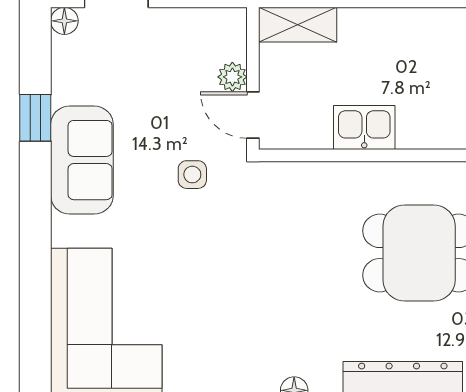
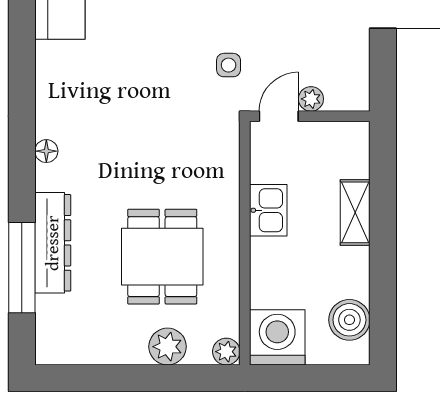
shelving: (298, 25) -> (355, 212), moved

